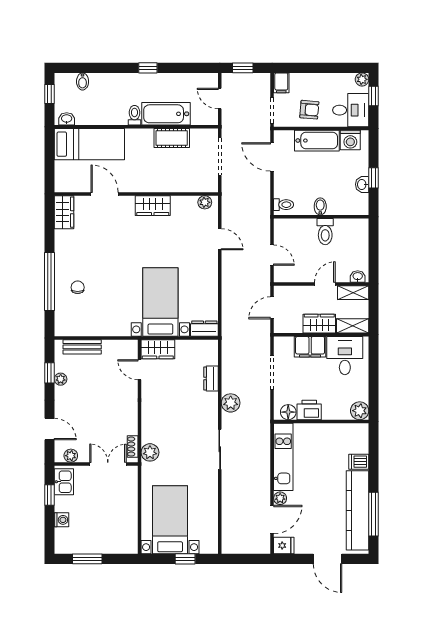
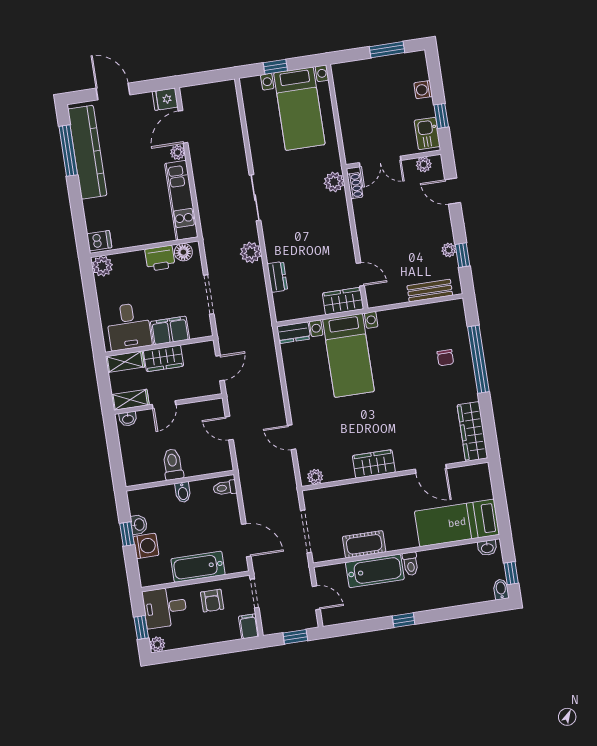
bidet: (83, 81) -> (501, 589), moved
armchair: (309, 110) -> (212, 601), turned -95
washing machine: (350, 140) -> (146, 546), moved, turned 90
wardrobe: (64, 212) -> (472, 431), width x1.50
dishwasher: (359, 462) -> (99, 241), moved

